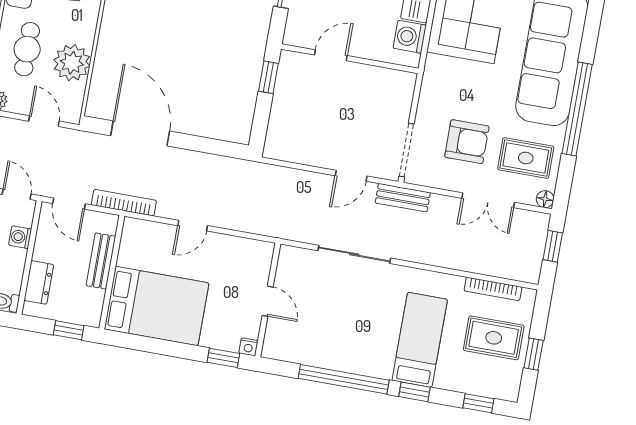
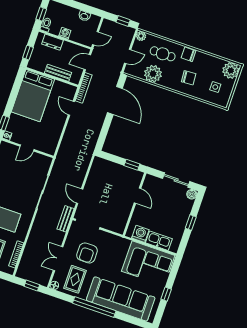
door: (140, 133) -> (115, 101), hinge flipped
door: (193, 226) -> (71, 108), moved
washing machine: (20, 237) -> (65, 33), moved

